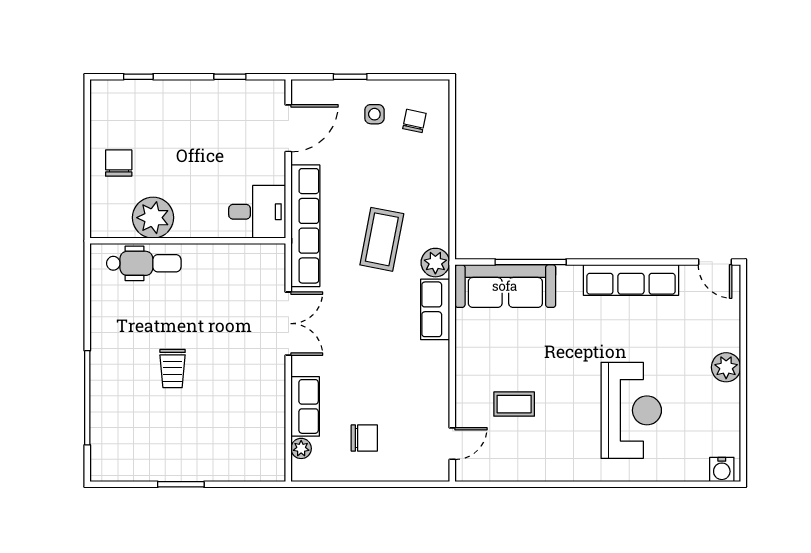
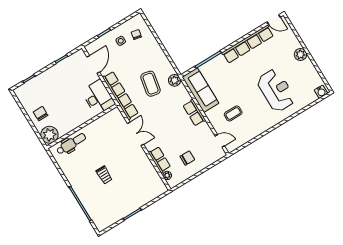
desk: (257, 212) -> (98, 97), width x1.37
plant: (153, 218) -> (49, 135), moved
row of seats: (631, 280) -> (248, 44), width x1.36
sofa: (505, 286) -> (200, 90), moved, turned -90
row of seats: (435, 309) -> (194, 113), moved
door: (452, 444) -> (220, 141), hinge flipped

